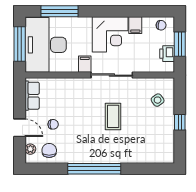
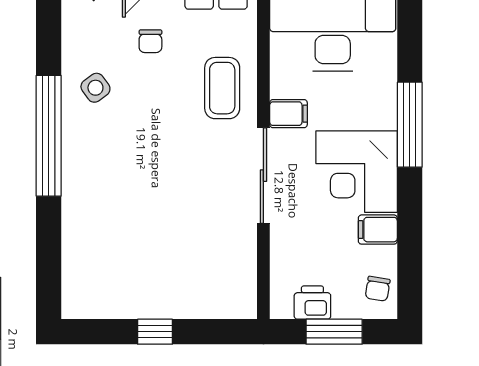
window: (60, 11) -> (410, 125), moved
side table: (158, 100) -> (95, 88), moved
coffee table: (113, 116) -> (222, 88), moved, turned 90
chair: (49, 150) -> (90, 32), removed

